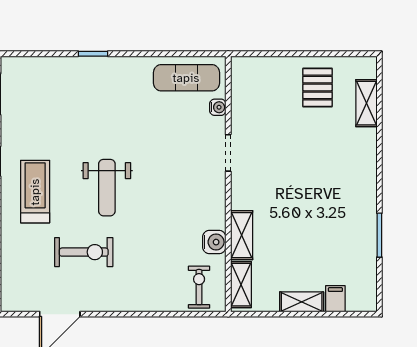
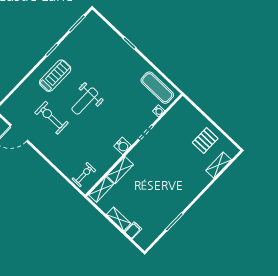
water cooler: (214, 242) -> (123, 146), moved
exercise bike: (84, 252) -> (52, 118), turned 180

